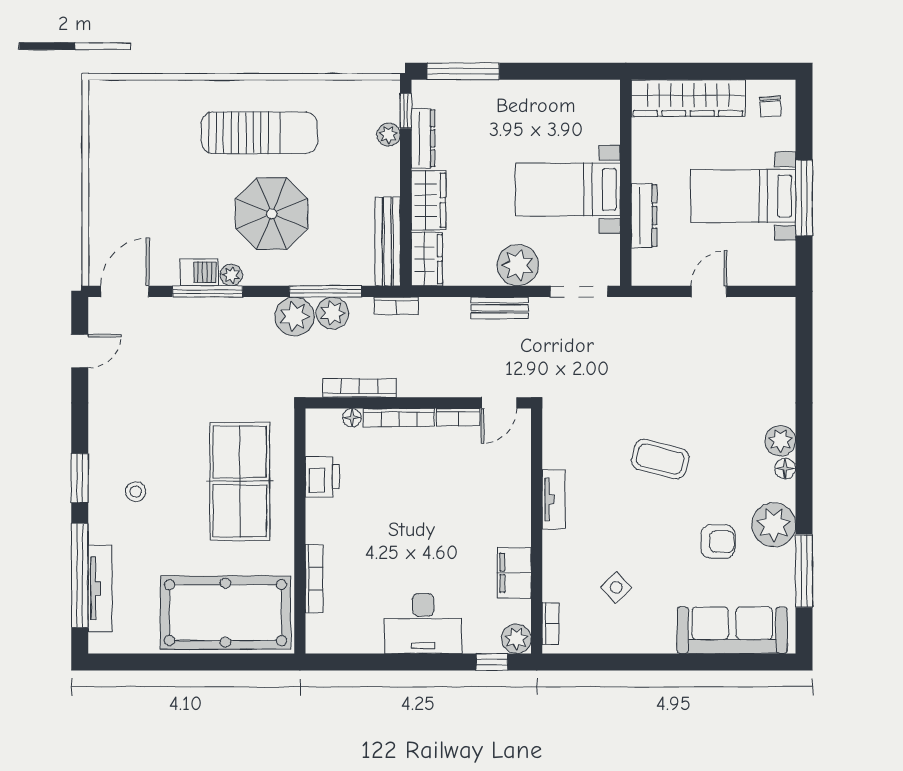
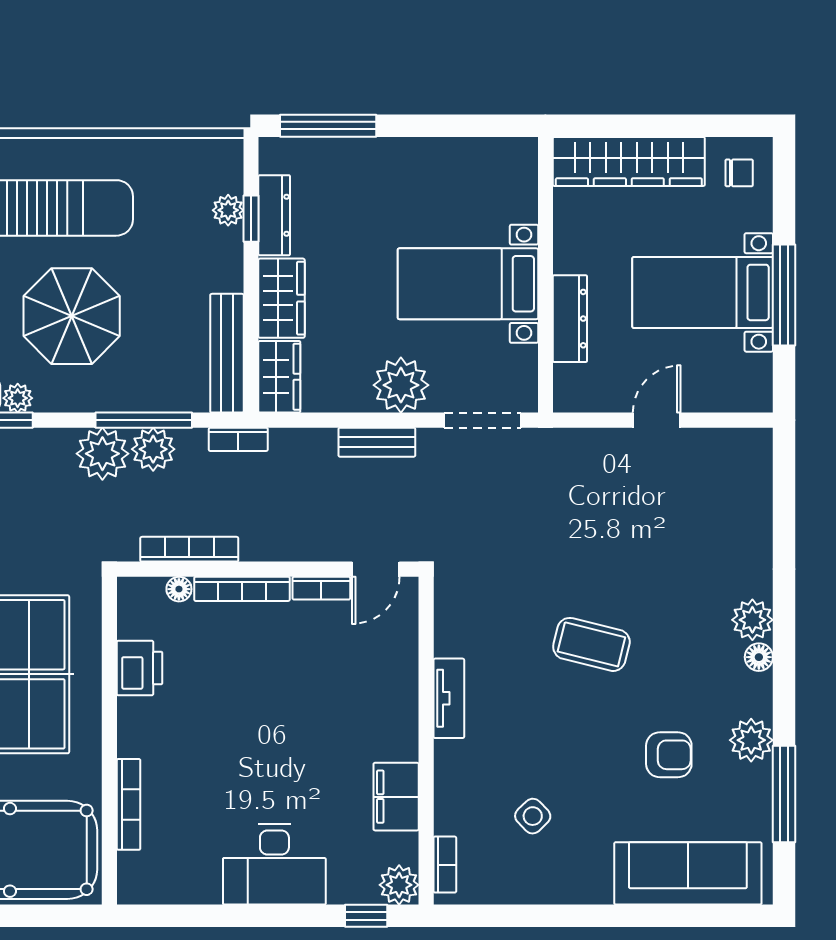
chair: (770, 107) -> (739, 173), turned -86
window: (406, 111) -> (251, 219), moved
plant: (774, 525) -> (751, 740), width x0.73, depth x0.73

